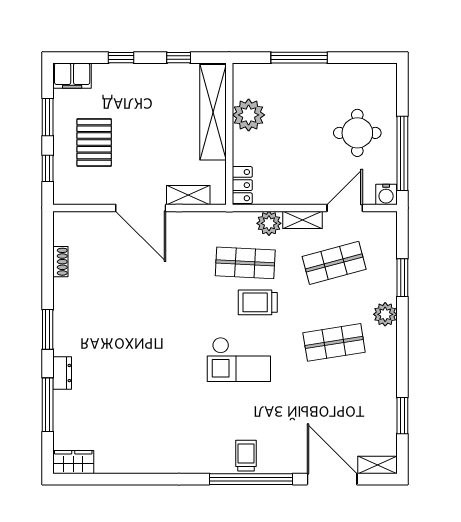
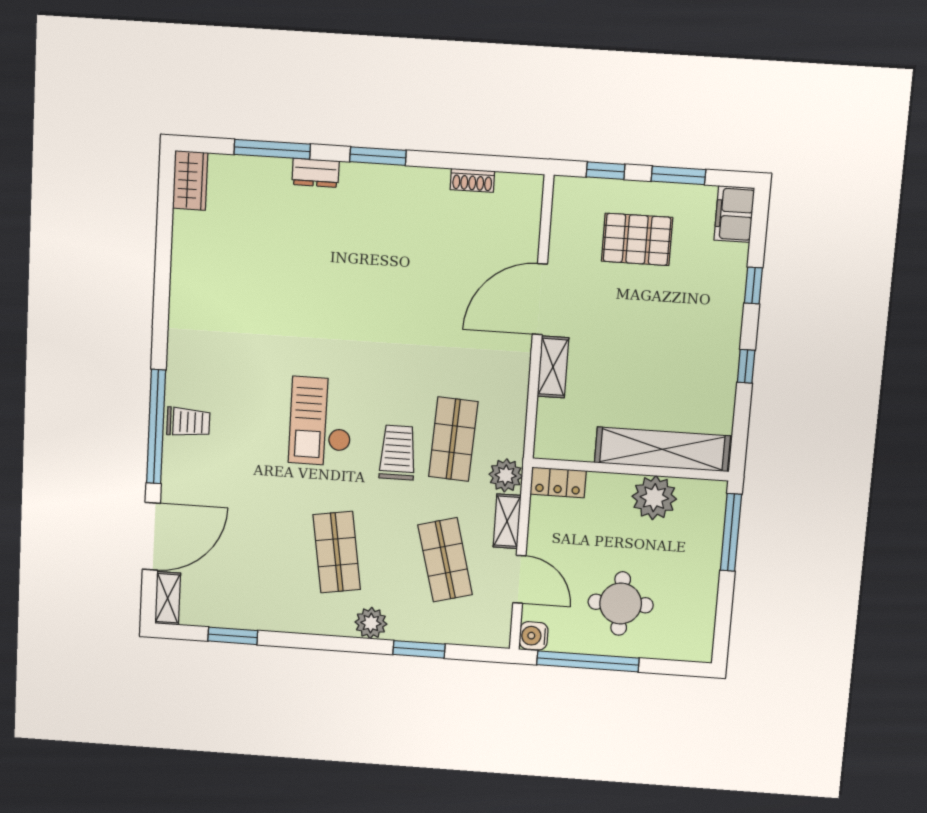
shelving: (213, 112) -> (662, 449), moved
plant: (249, 115) -> (654, 498), moved
wall: (229, 134) -> (630, 469), moved
locker: (242, 185) -> (558, 482), moved

